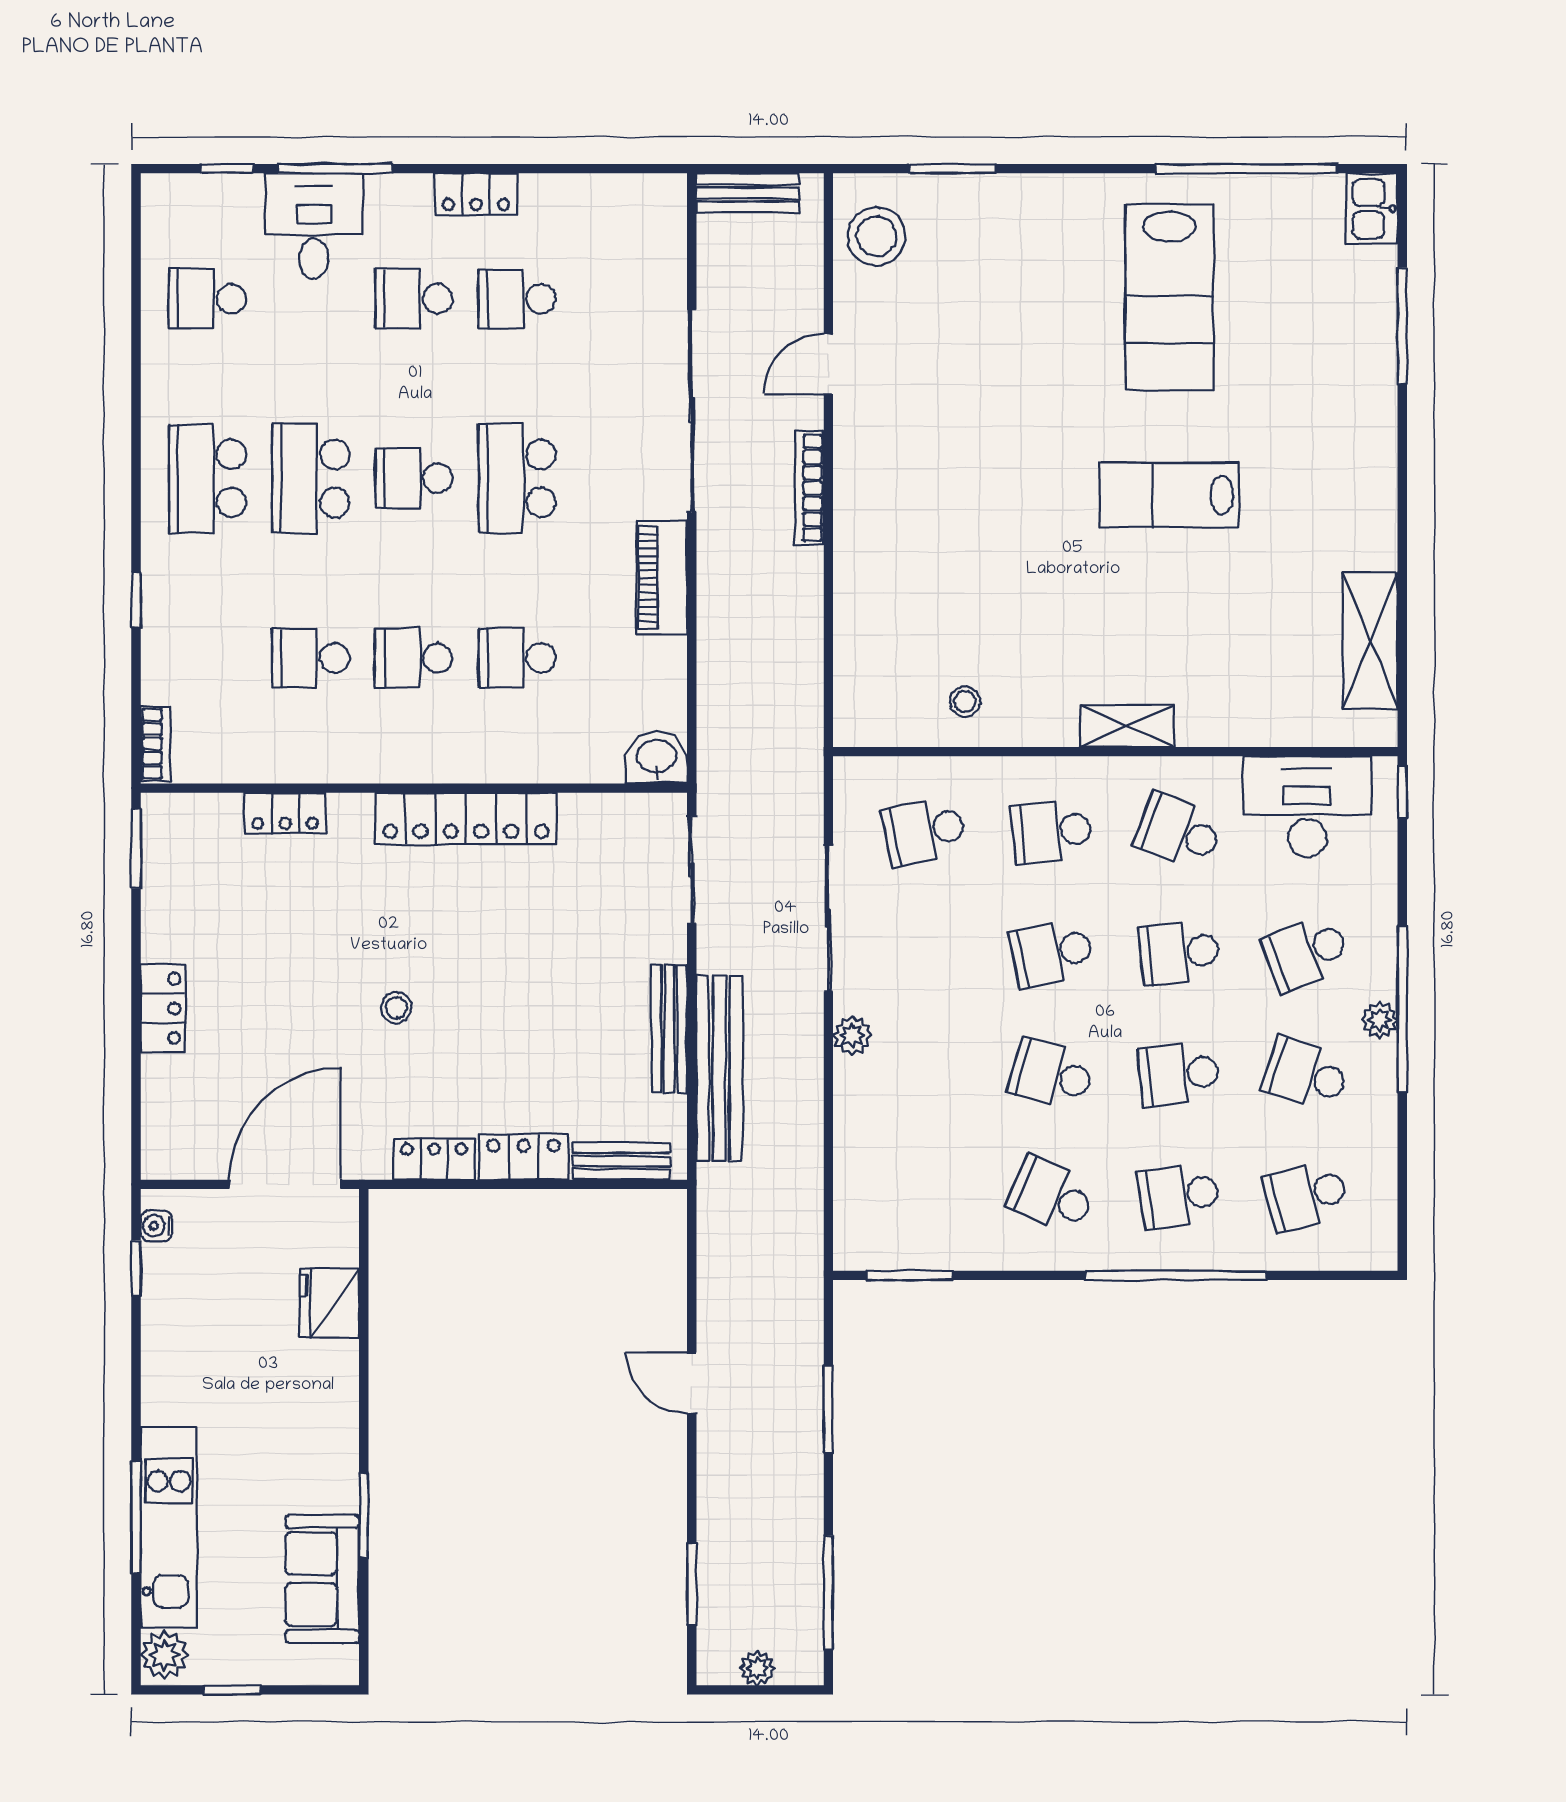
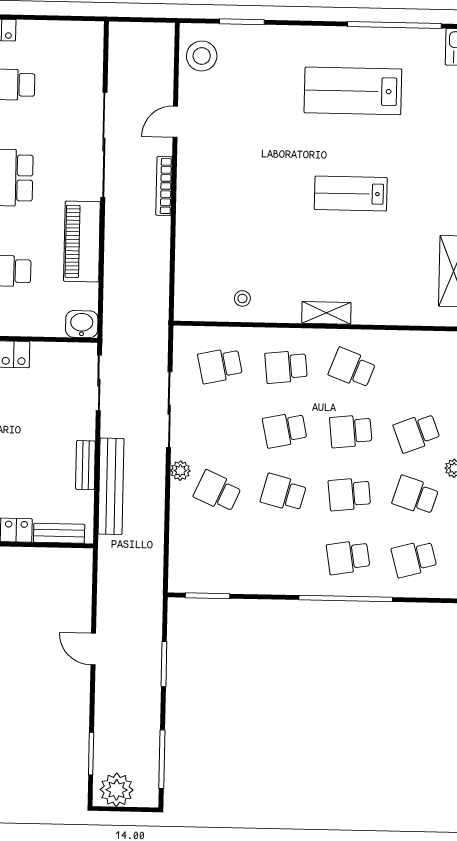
bench: (747, 193) -> (135, 32), removed
lab bench: (1169, 297) -> (353, 91), turned 90
piano: (662, 578) -> (82, 242), width x1.37, depth x1.33
desk: (1307, 807) -> (419, 357), removed
bench: (669, 1029) -> (85, 465), width x0.73
school desk: (1052, 1196) -> (217, 491), moved
plant: (757, 1668) -> (117, 790), width x1.88, depth x1.88

